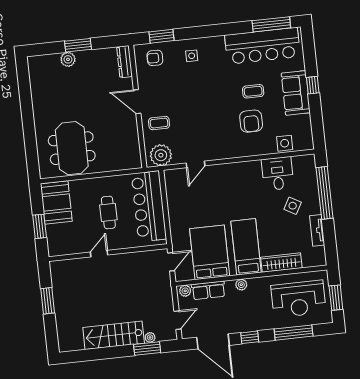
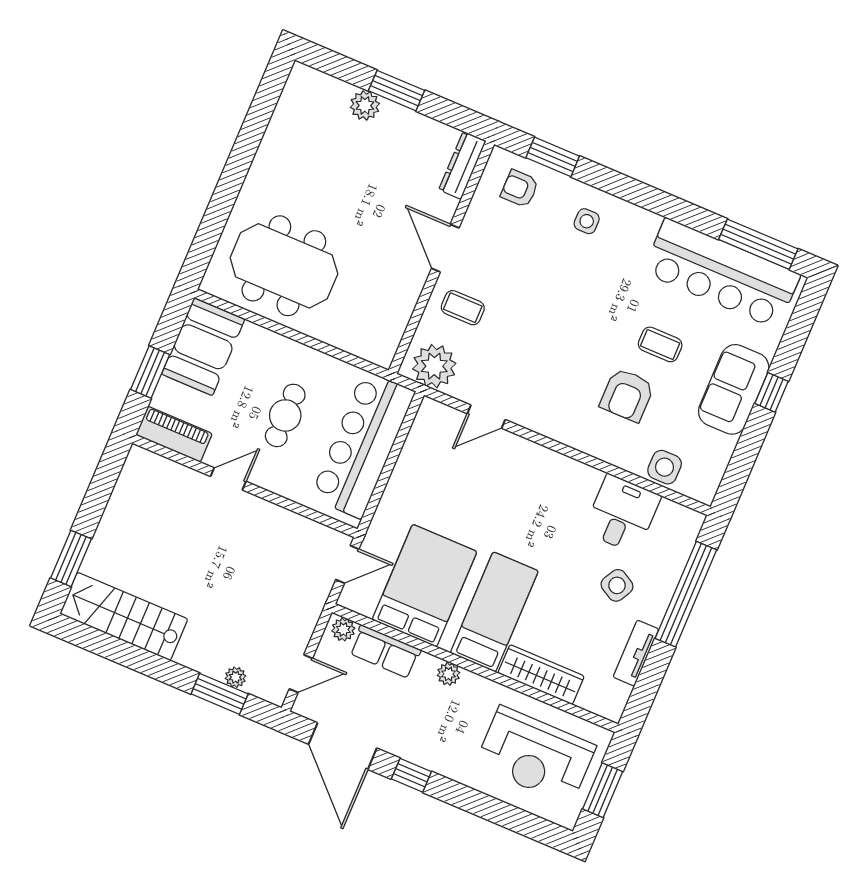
meeting table: (72, 148) -> (284, 266), turned 90
piano: (65, 247) -> (174, 434), added
window: (48, 301) -> (71, 558), moved
window: (294, 333) -> (493, 810), removed
stairs: (114, 335) -> (124, 616), moved

